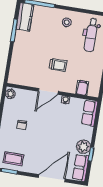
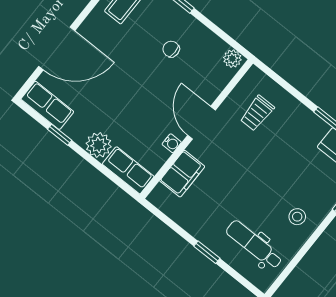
trolley: (58, 65) -> (257, 113), moved
filing cabinet: (82, 88) -> (182, 174), width x2.00
plant: (83, 147) -> (99, 145), moved
door: (52, 178) -> (57, 48), hinge flipped

